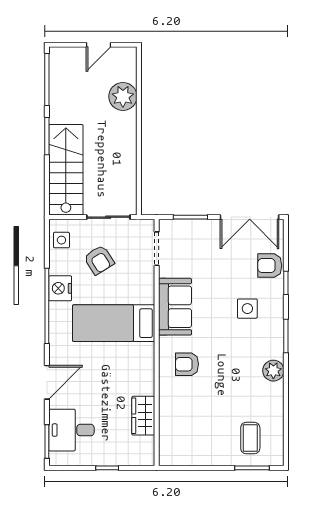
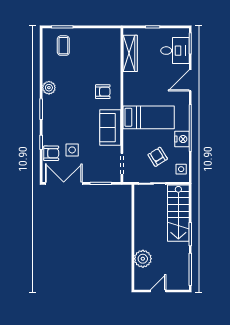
side table: (247, 309) -> (72, 150), moved
wardrobe: (143, 416) -> (130, 53), width x1.50

